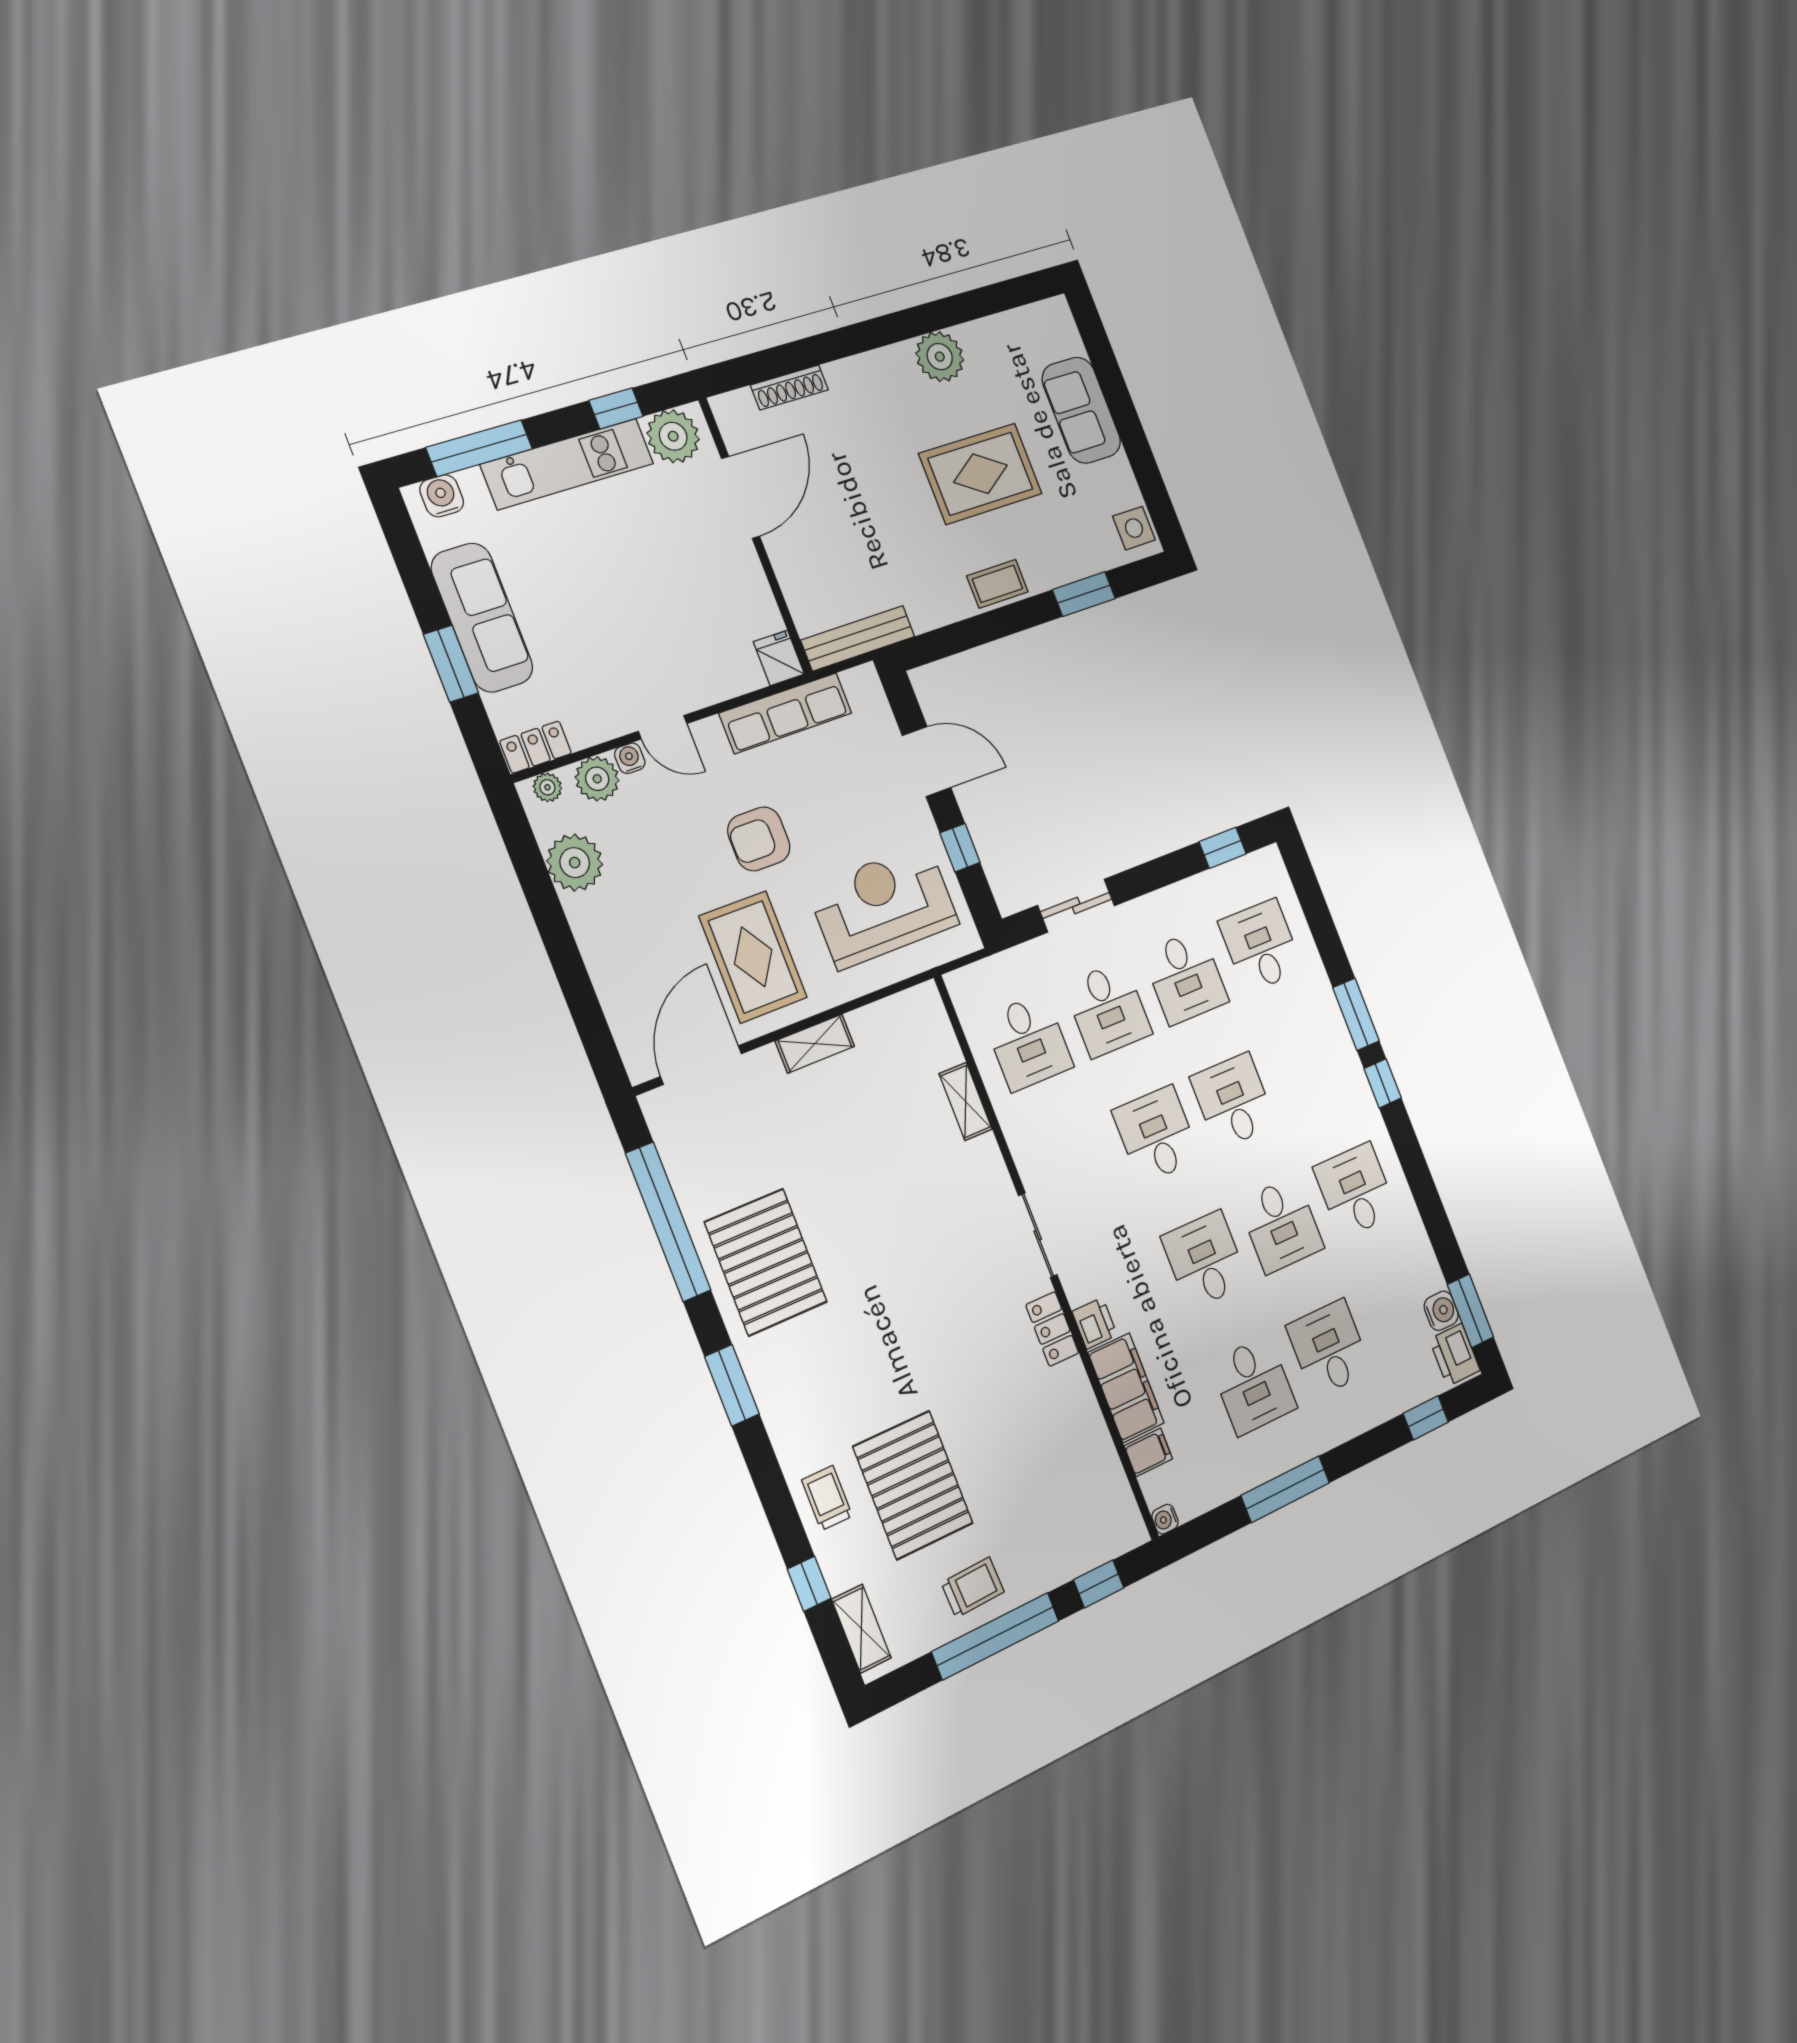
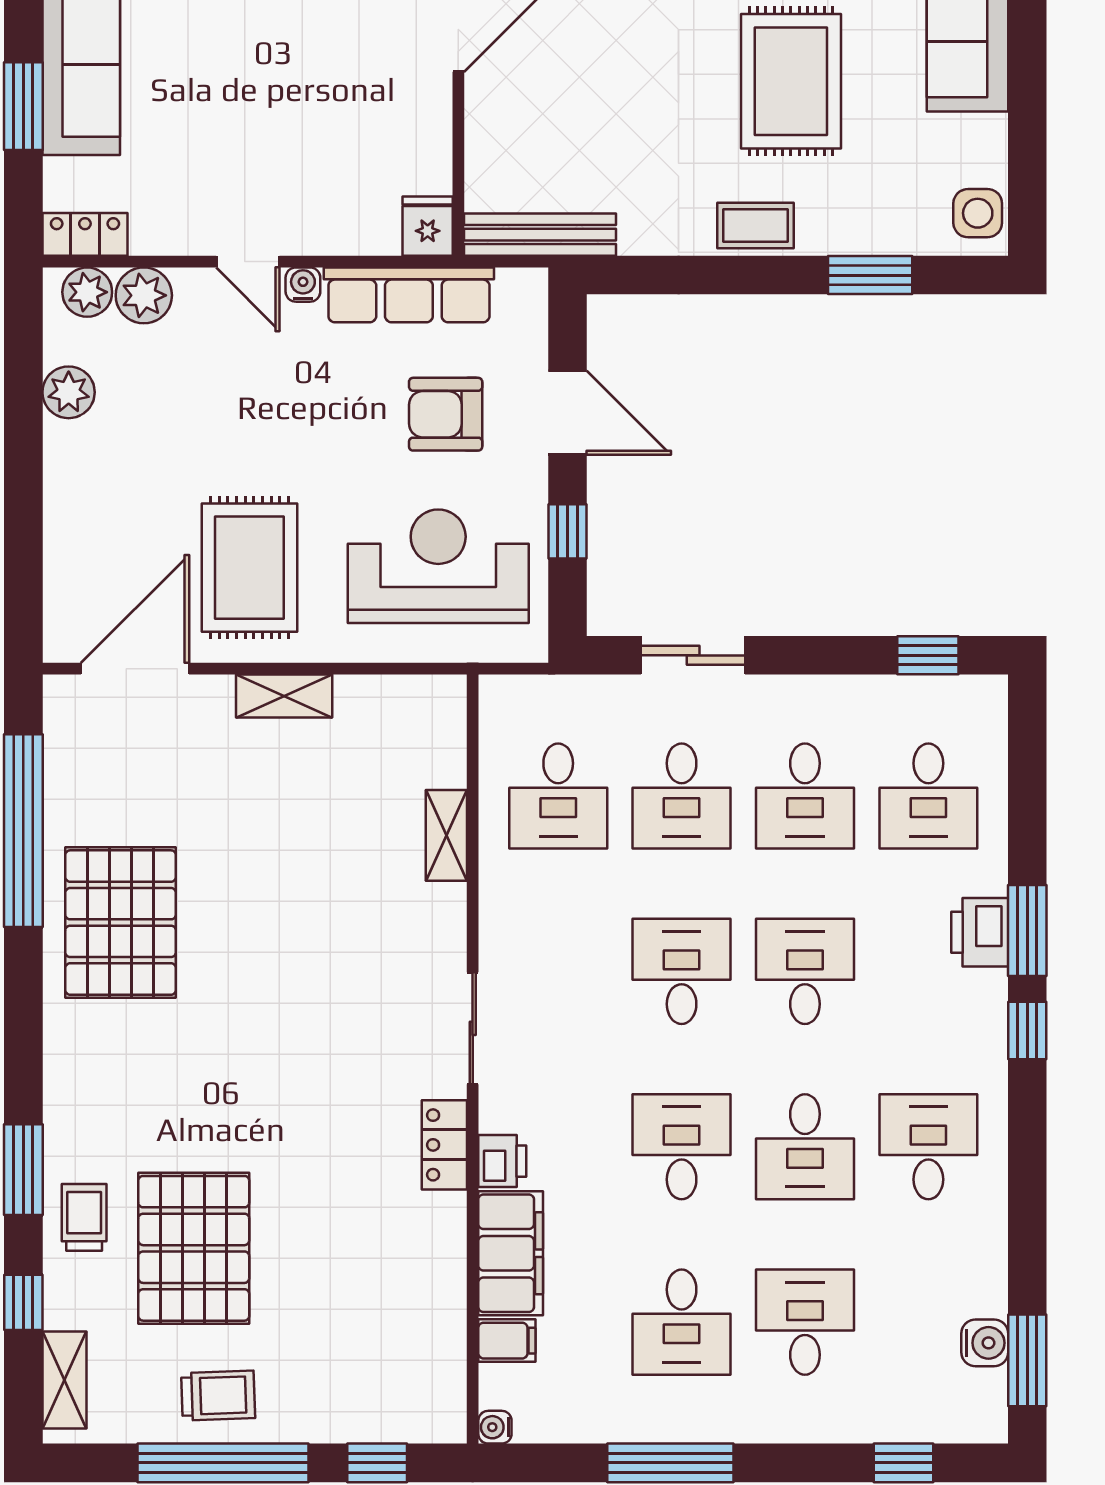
rug: (980, 474) -> (791, 81), turned 90
water cooler: (630, 758) -> (303, 285), moved
plant: (547, 787) -> (87, 292), width x1.38, depth x1.38
armchair: (759, 839) -> (446, 414), moved
plant: (575, 863) -> (69, 392), width x0.73, depth x0.73
desk: (1261, 946) -> (928, 796), turned 180
printer: (1455, 1355) -> (980, 932), moved
window: (732, 1385) -> (23, 1170), moved

